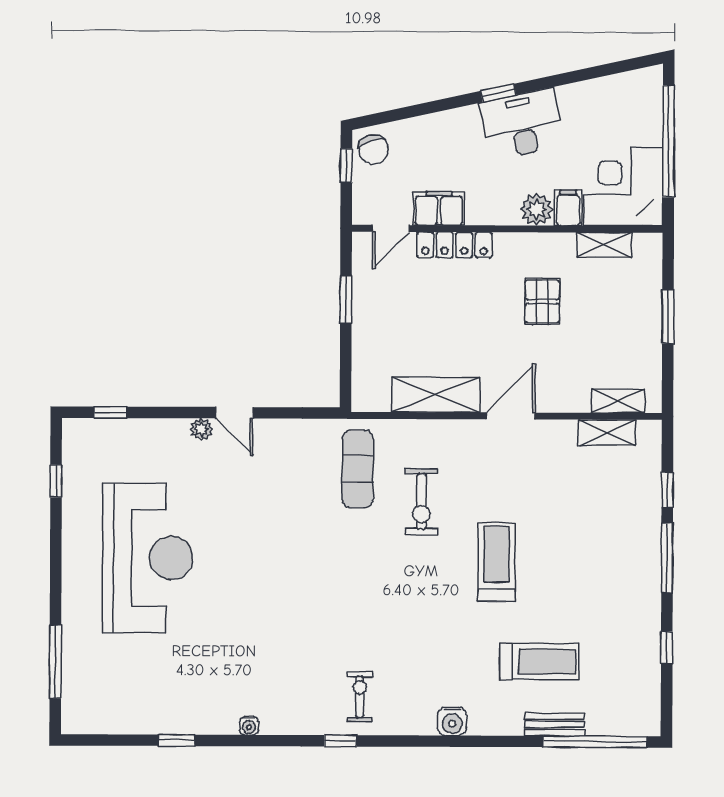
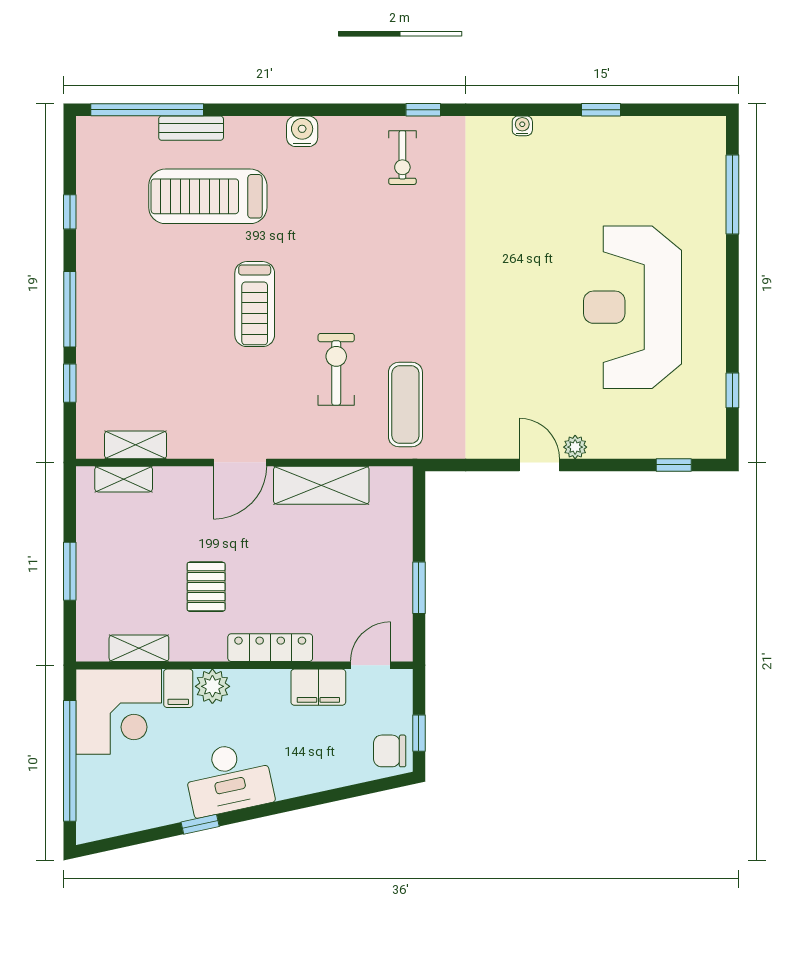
window: (498, 93) -> (200, 824), moved
chair: (373, 149) -> (390, 751), turned -72
locker: (454, 245) -> (270, 648), moved
treadmill: (539, 662) -> (208, 196), width x1.37, depth x1.38

